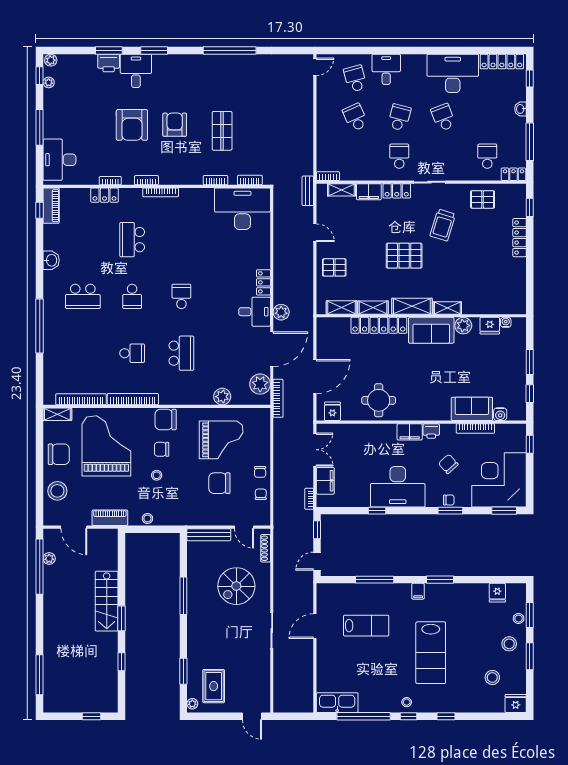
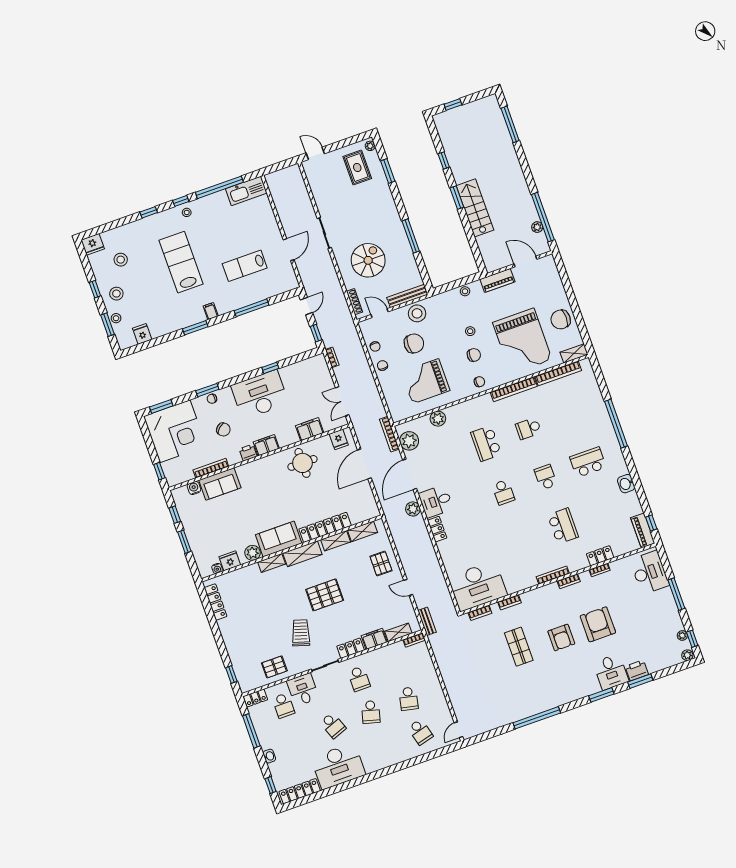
desk: (386, 69) -> (303, 690), moved, turned 180
school desk: (355, 117) -> (409, 699), turned 36
locker: (520, 238) -> (216, 602), moved
pallet: (334, 267) -> (381, 563), turned 90
chair: (166, 420) -> (479, 382), width x0.54, depth x0.54
filing cabinet: (325, 481) -> (310, 429), moved, turned 90
stool: (57, 491) -> (417, 313), moved
window: (530, 656) -> (95, 289), width x0.67

